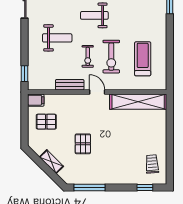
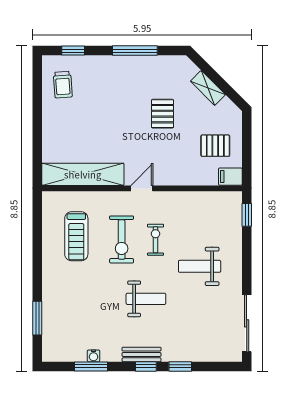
exercise bike: (111, 57) -> (122, 239), turned 180
bench: (70, 85) -> (182, 199), removed
door: (97, 92) -> (142, 188), swing flipped
window: (90, 188) -> (135, 51), moved

